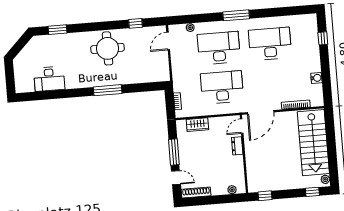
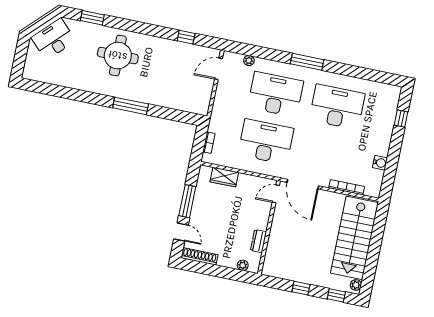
round table: (108, 48) -> (118, 56), moved
desk: (49, 79) -> (53, 39), moved, turned 135
door: (261, 112) -> (303, 184), hinge flipped
dresser: (237, 146) -> (259, 241), moved
window: (265, 196) -> (301, 288), moved

